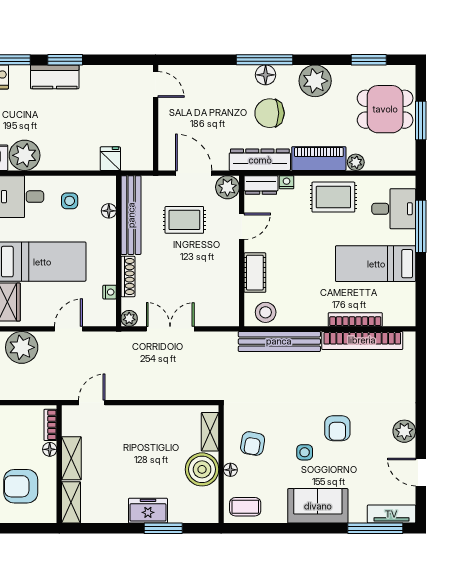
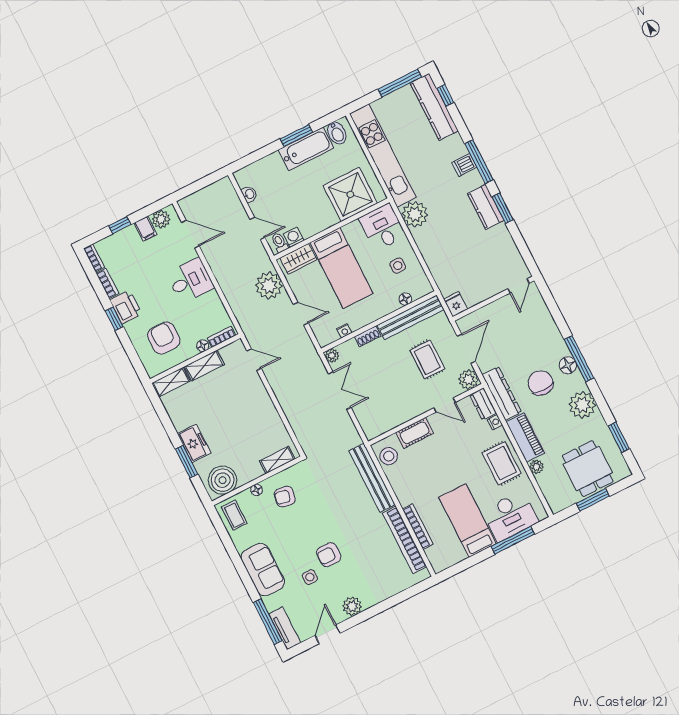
fridge: (110, 159) -> (456, 304), moved, turned -90
desk: (394, 209) -> (510, 516), width x1.37
shoe rack: (128, 277) -> (368, 336), width x0.70
side table: (305, 452) -> (310, 577), moved
boiler: (202, 469) -> (223, 480), moved

